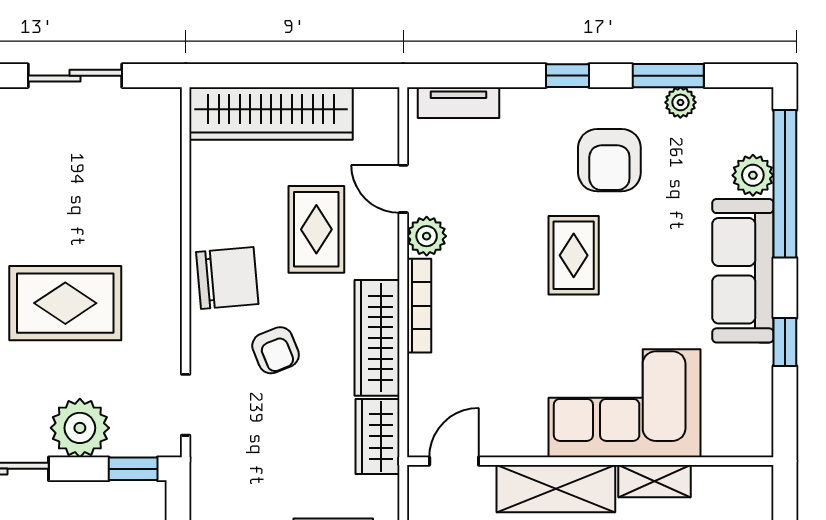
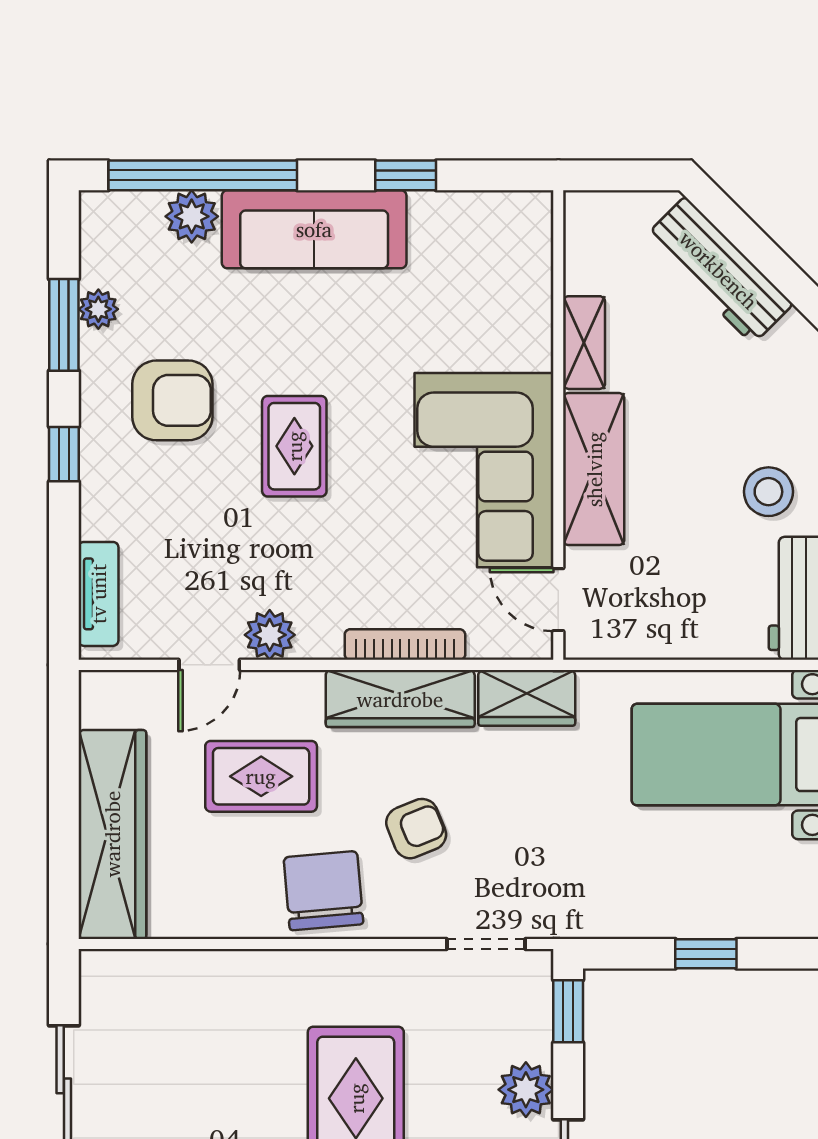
rug: (574, 255) -> (294, 446), turned 90
bookcase: (419, 306) -> (405, 645), moved
corner sofa: (625, 403) -> (484, 470), moved
plant: (80, 428) -> (526, 1090), width x0.73, depth x0.73

